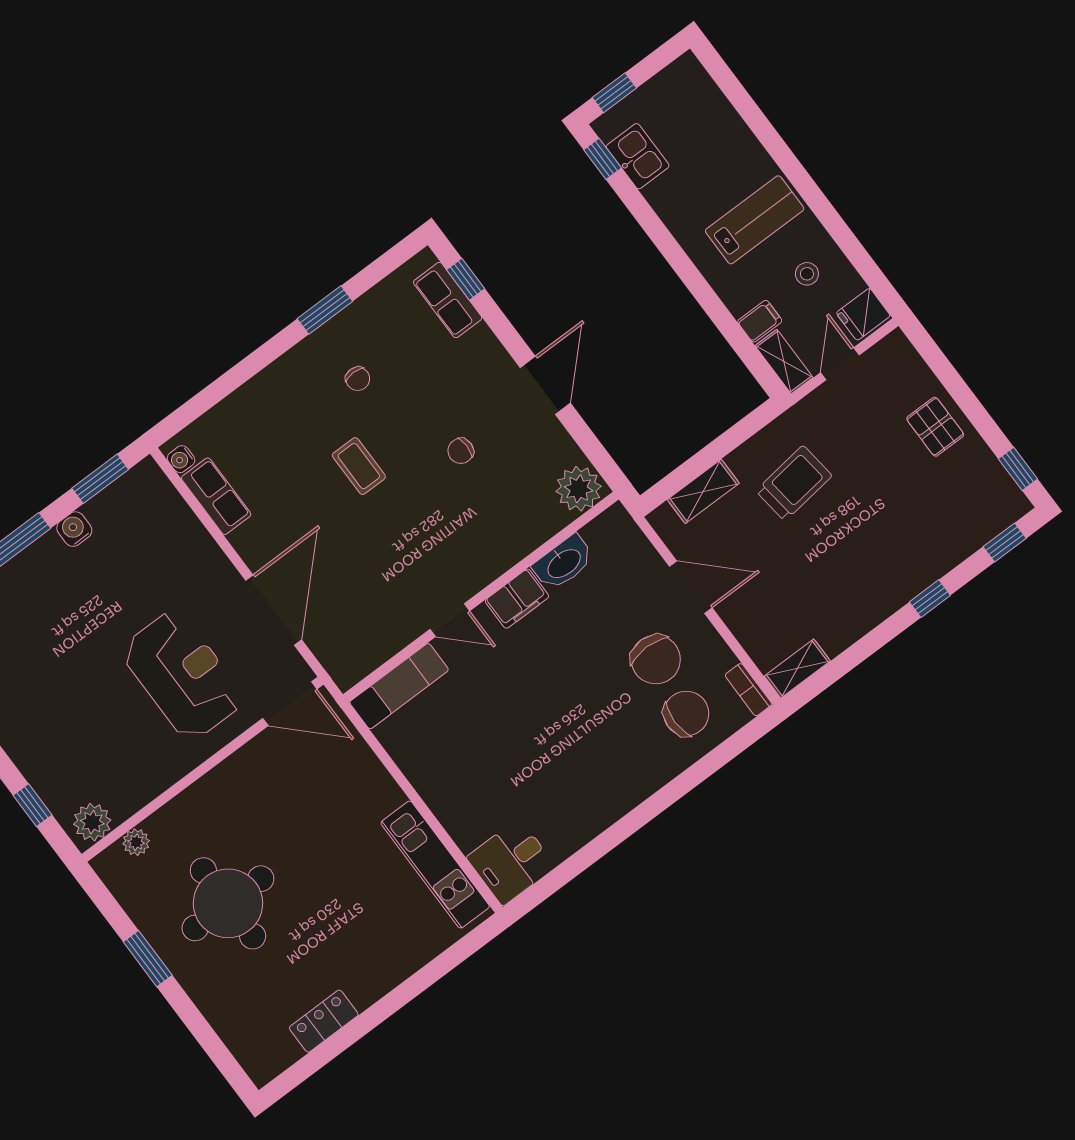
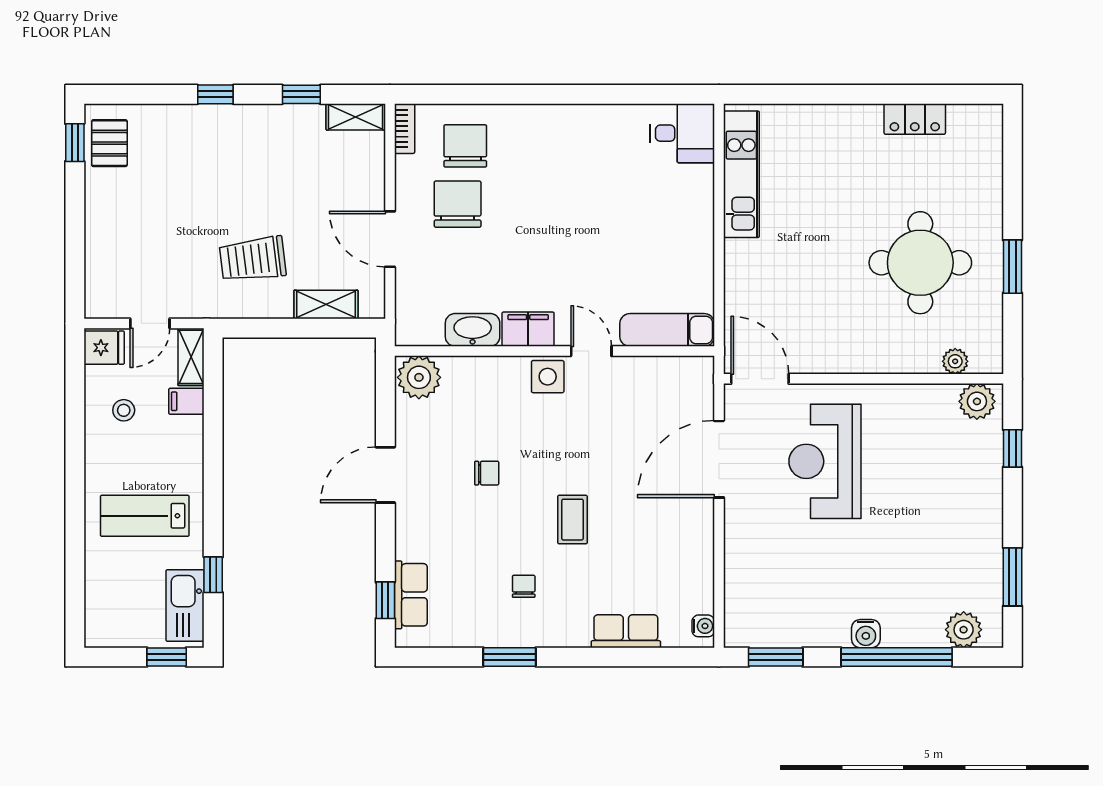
kitchen sink: (638, 156) -> (185, 605), width x1.38
window: (603, 159) -> (213, 575), moved
lab bench: (755, 220) -> (145, 516), moved
pallet: (935, 427) -> (109, 143), moved
row of seats: (216, 496) -> (626, 631), moved, turned 90
water cooler: (74, 529) -> (866, 634), moved
window: (1005, 542) -> (301, 94), moved
side table: (470, 571) -> (548, 377), added
chair: (686, 714) -> (465, 146), turned 90

